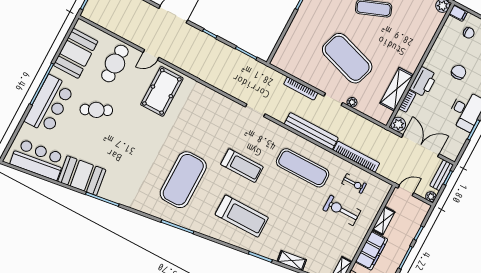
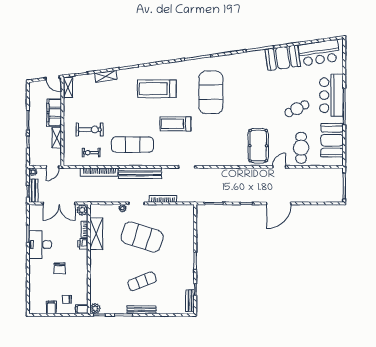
printer: (423, 82) -> (83, 244), width x0.53, depth x0.68

